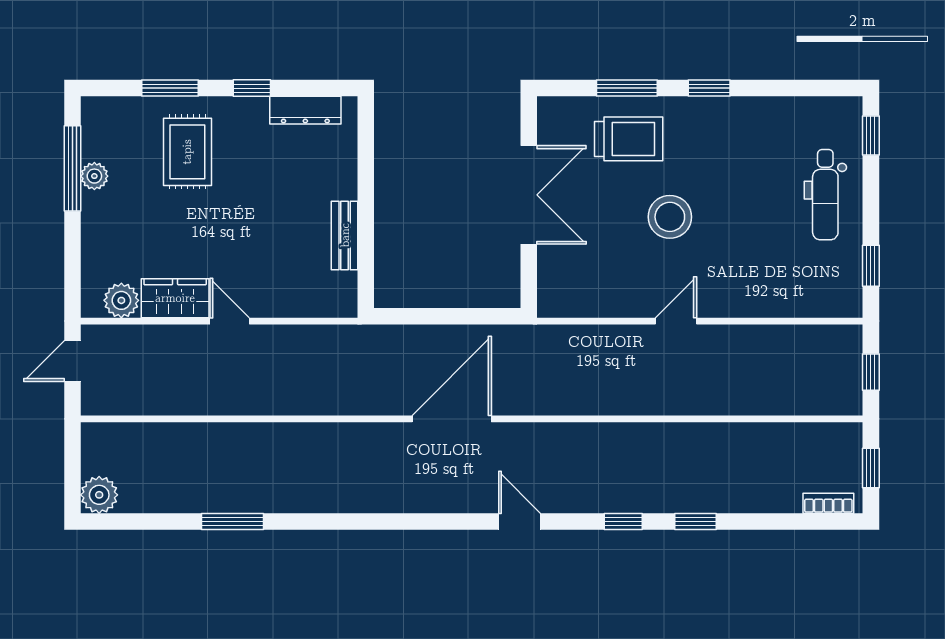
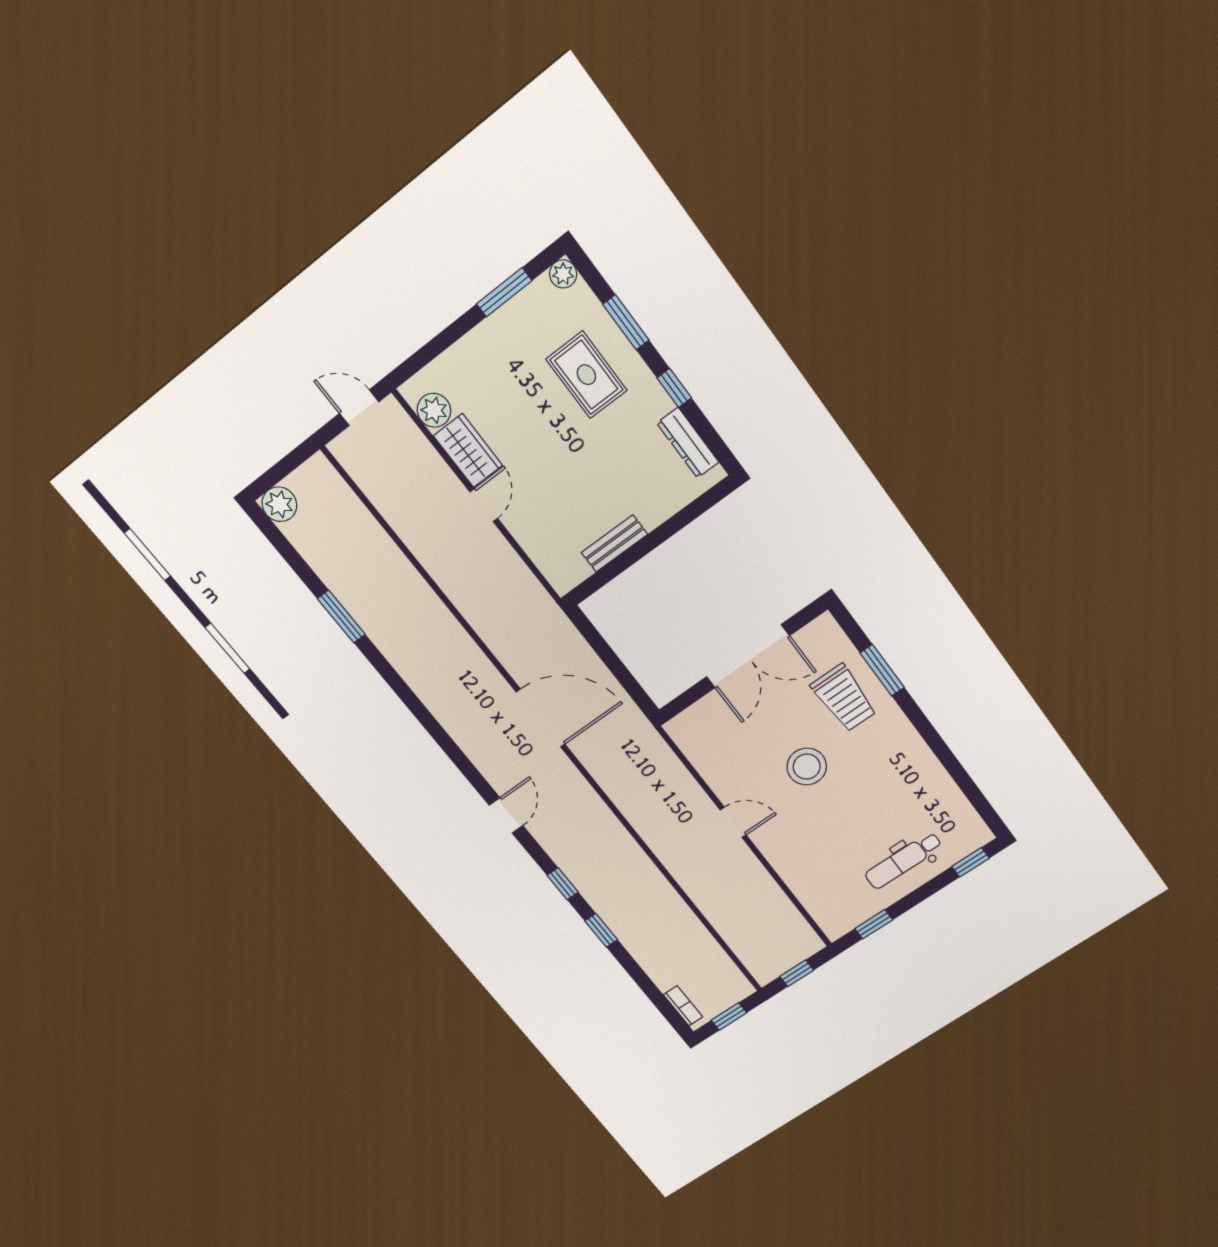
window: (709, 88) -> (925, 728), removed
rug: (187, 152) -> (586, 375), turned 90
window: (73, 168) -> (504, 292), width x0.69
plant: (94, 176) -> (563, 274), moved

